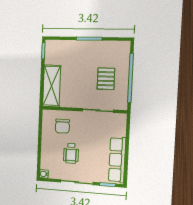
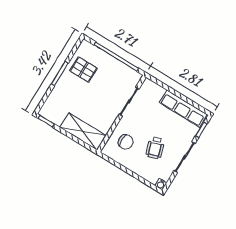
pallet: (106, 79) -> (83, 69), moved
wheelchair: (71, 153) -> (155, 148), turned 72

